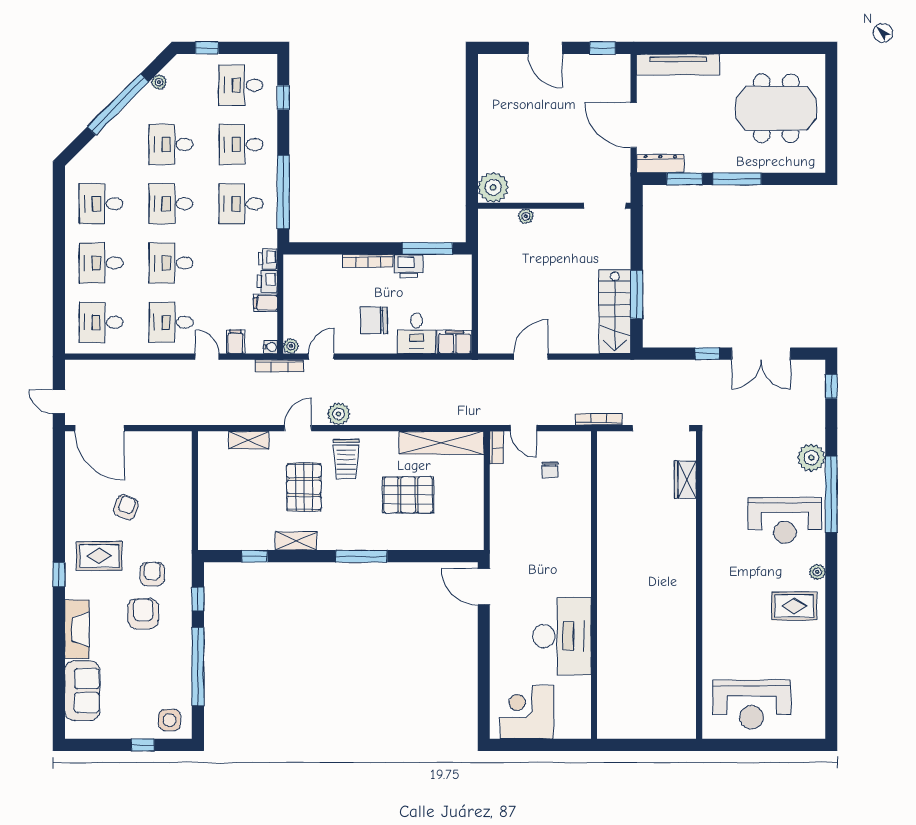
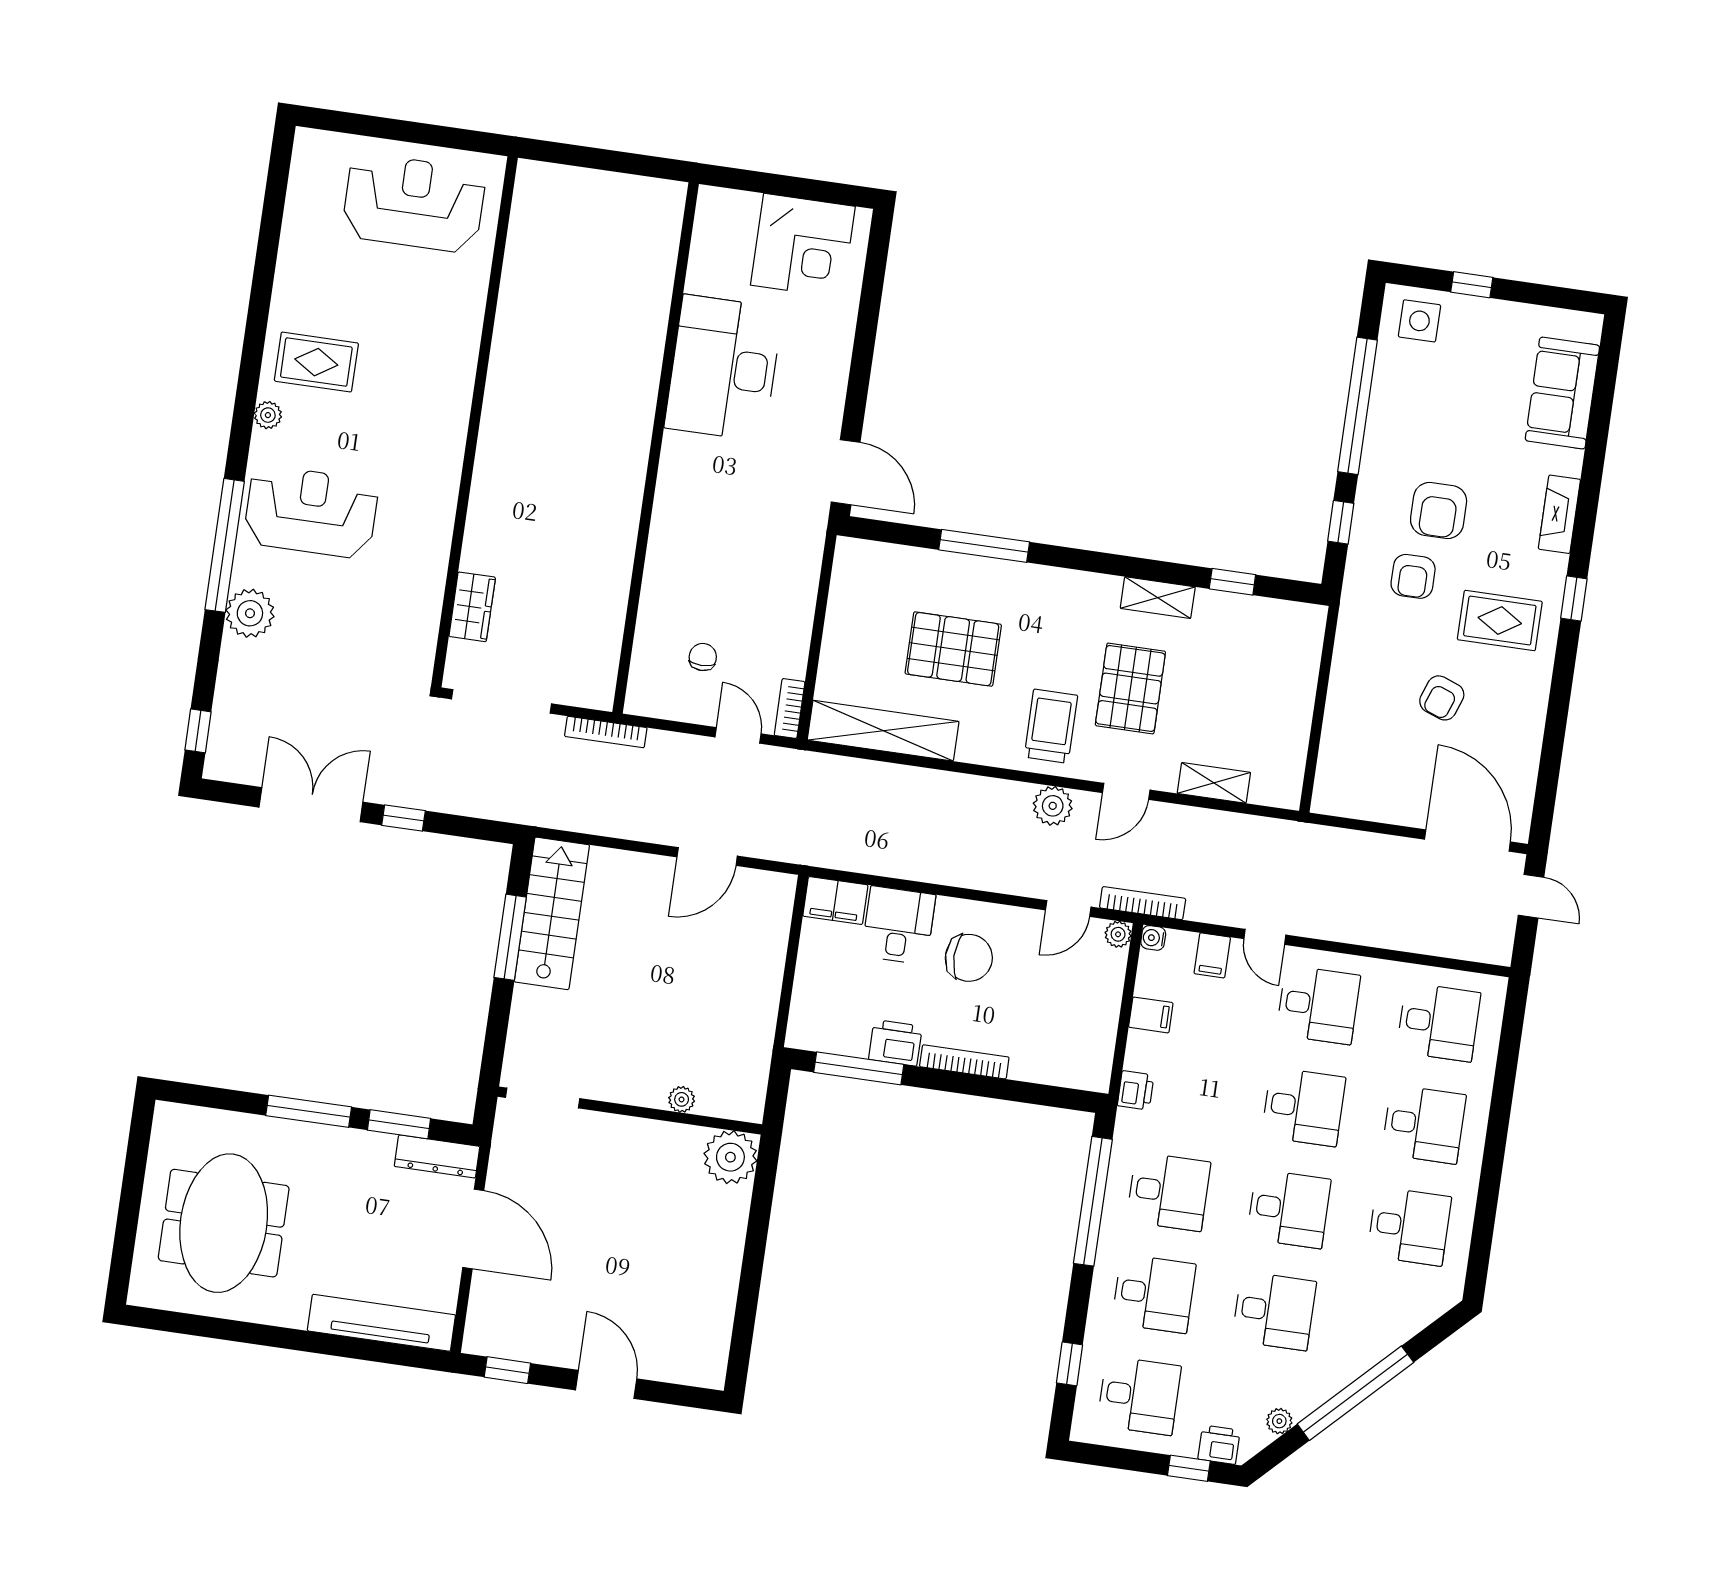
meeting table: (776, 108) -> (224, 1223), turned 90
printer: (267, 281) -> (1219, 1445), moved, turned -90
window: (361, 556) -> (984, 546), moved
fireplace: (77, 629) -> (1559, 514), width x0.73, depth x0.76

